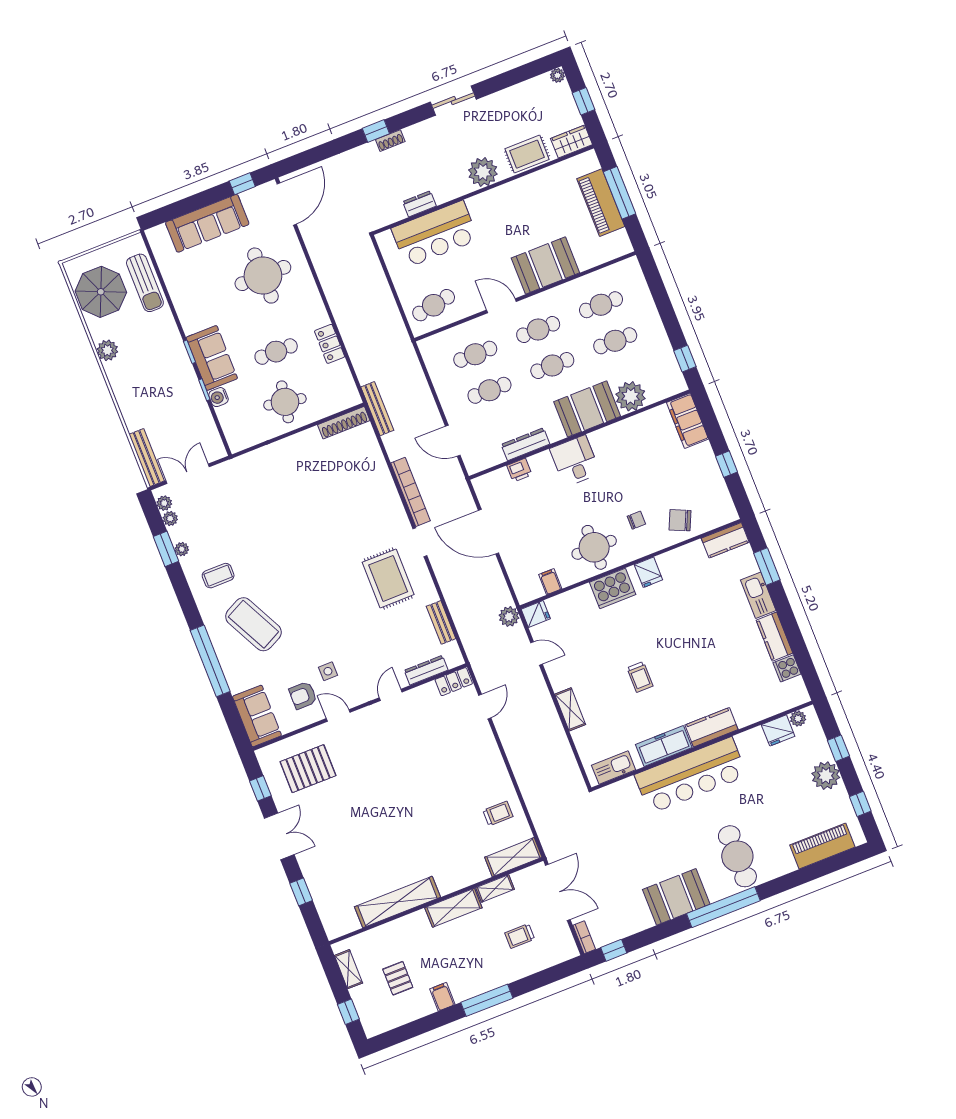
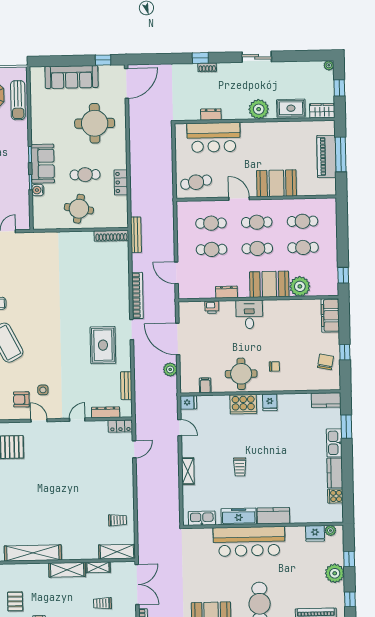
dresser: (526, 444) -> (226, 292), width x0.70
chair: (680, 520) -> (326, 362), moved, turned 77
plant: (509, 617) -> (170, 369), moved

